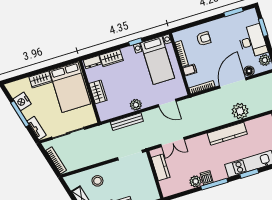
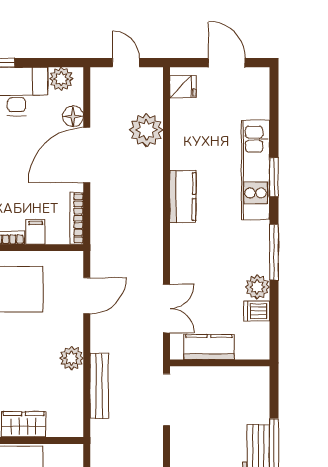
door: (233, 83) -> (87, 155), hinge flipped
plant: (240, 111) -> (146, 130), moved
kitchen counter: (227, 134) -> (183, 196), width x0.67
dishwasher: (207, 178) -> (257, 311), moved

